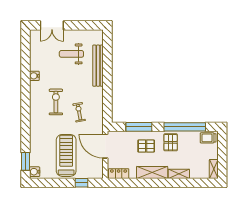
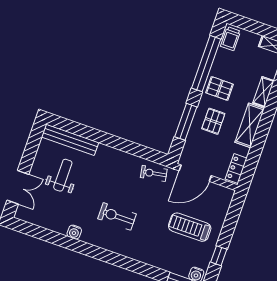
weight bench: (71, 54) -> (63, 175), turned 180
bench: (98, 66) -> (70, 140), moved
exercise bike: (79, 112) -> (154, 173), moved
treadmill: (66, 155) -> (190, 227), width x0.73, depth x0.73
window: (82, 183) -> (219, 256), moved

